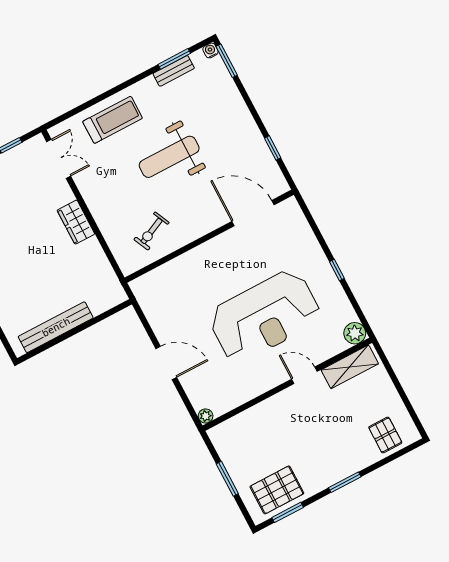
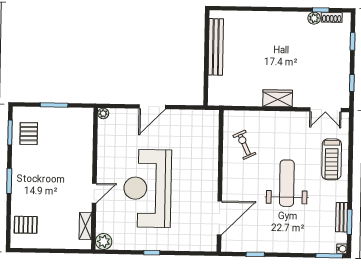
shelving: (350, 367) -> (85, 226), width x0.67, depth x0.75
pallet: (277, 490) -> (29, 134), width x0.67, depth x0.71

